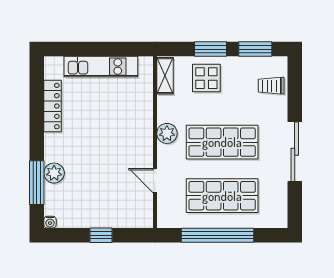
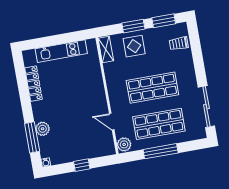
plant: (167, 133) -> (124, 144), moved
sliding door: (295, 152) -> (206, 107), moved
window: (218, 235) -> (161, 151), width x0.68

